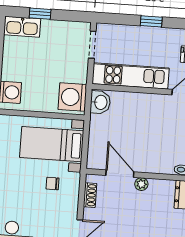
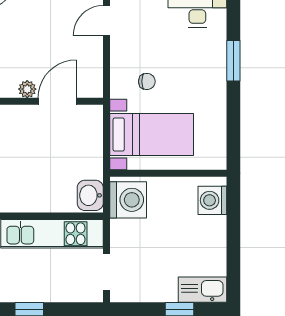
door: (120, 174) -> (57, 101), swing flipped
shoe rack: (90, 195) -> (95, 69), removed

